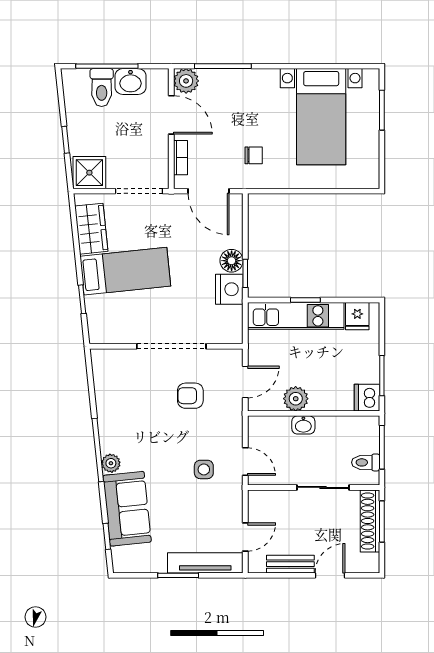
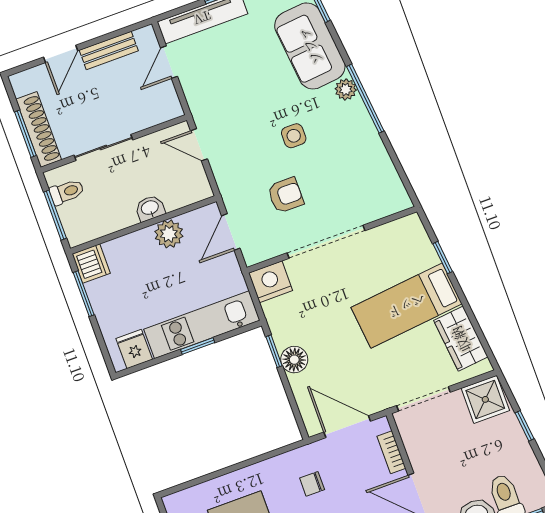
nightstand: (229, 289) -> (271, 282), moved, turned 90
side table: (204, 469) -> (294, 136), moved

